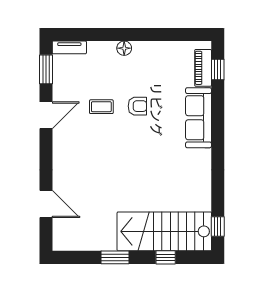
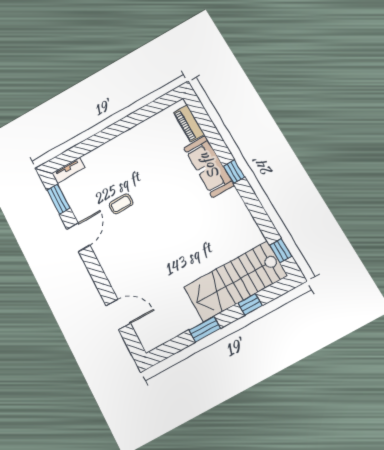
floor lamp: (124, 48) -> (114, 145), removed
window: (218, 69) -> (234, 172), moved
armchair: (137, 106) -> (151, 186), removed

